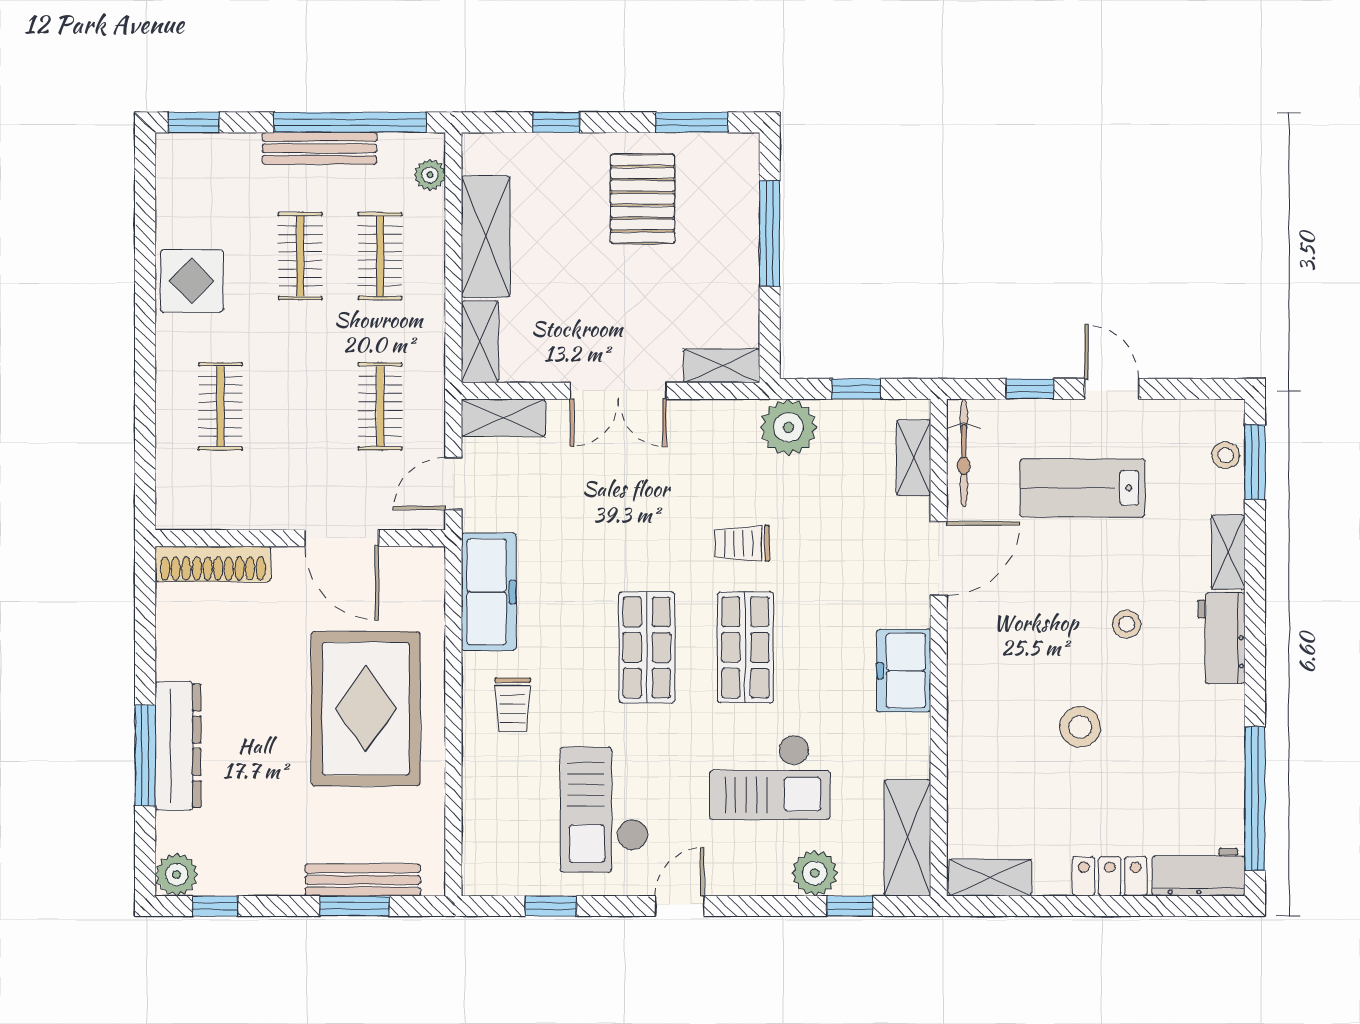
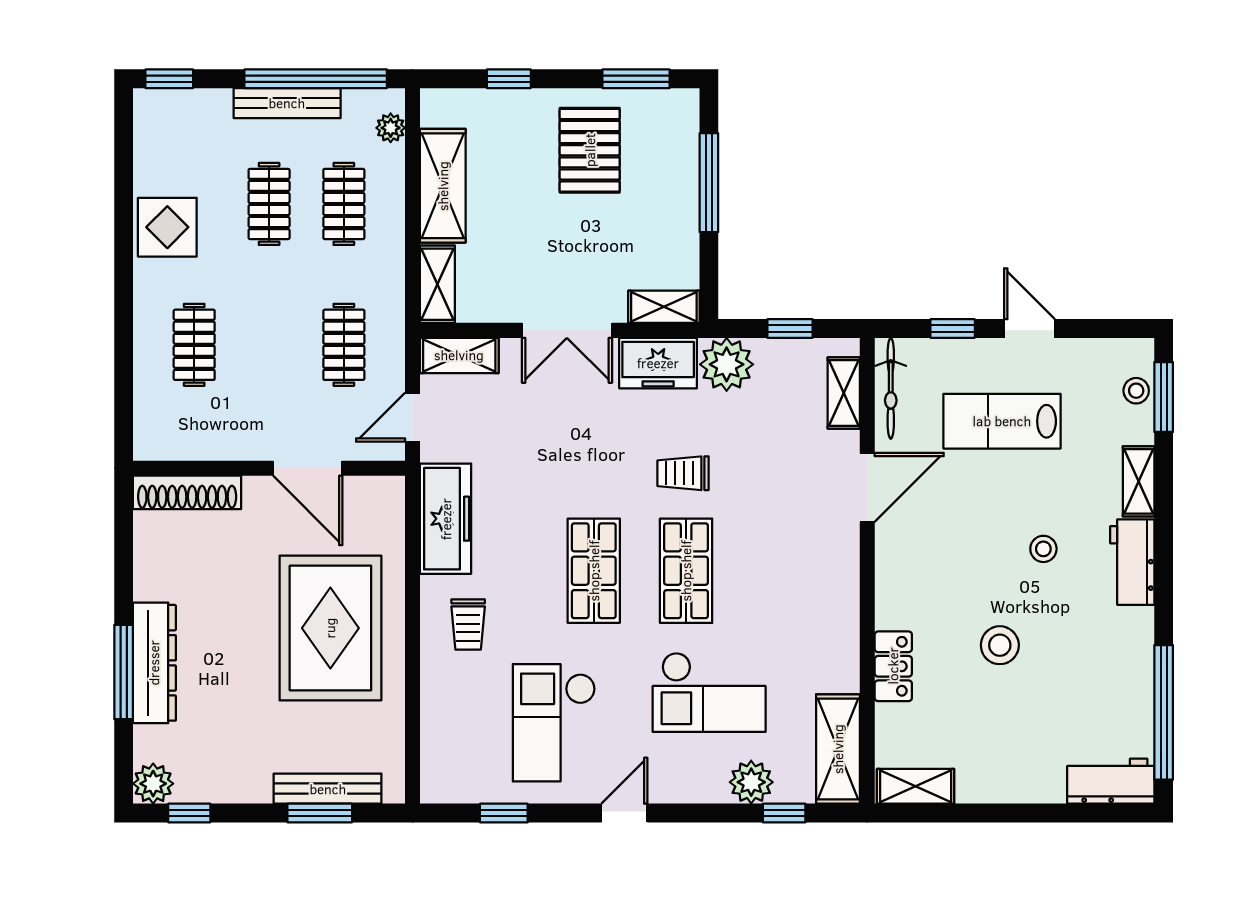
freezer: (904, 671) -> (658, 363), moved, turned -90
locker: (1110, 876) -> (893, 666), moved, turned 90

